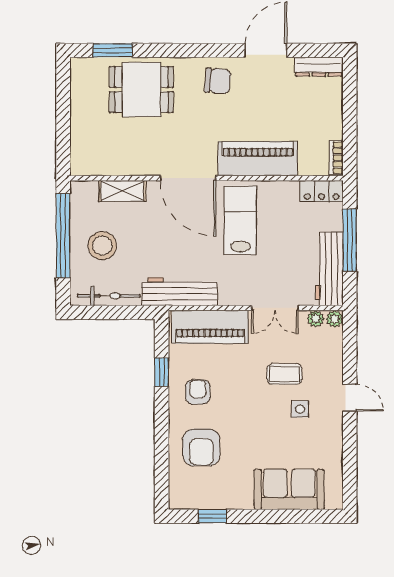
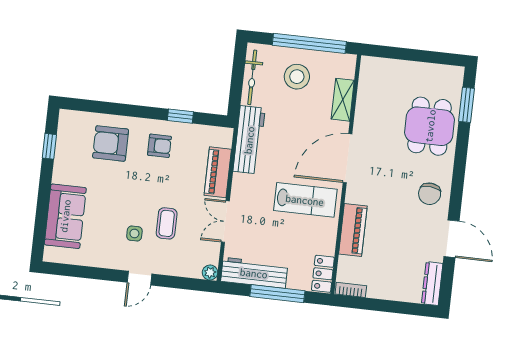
piano: (258, 159) -> (353, 230), width x0.73, depth x0.75
plant: (316, 319) -> (212, 256), removed
piano: (210, 327) -> (218, 172), width x0.73, depth x0.75

